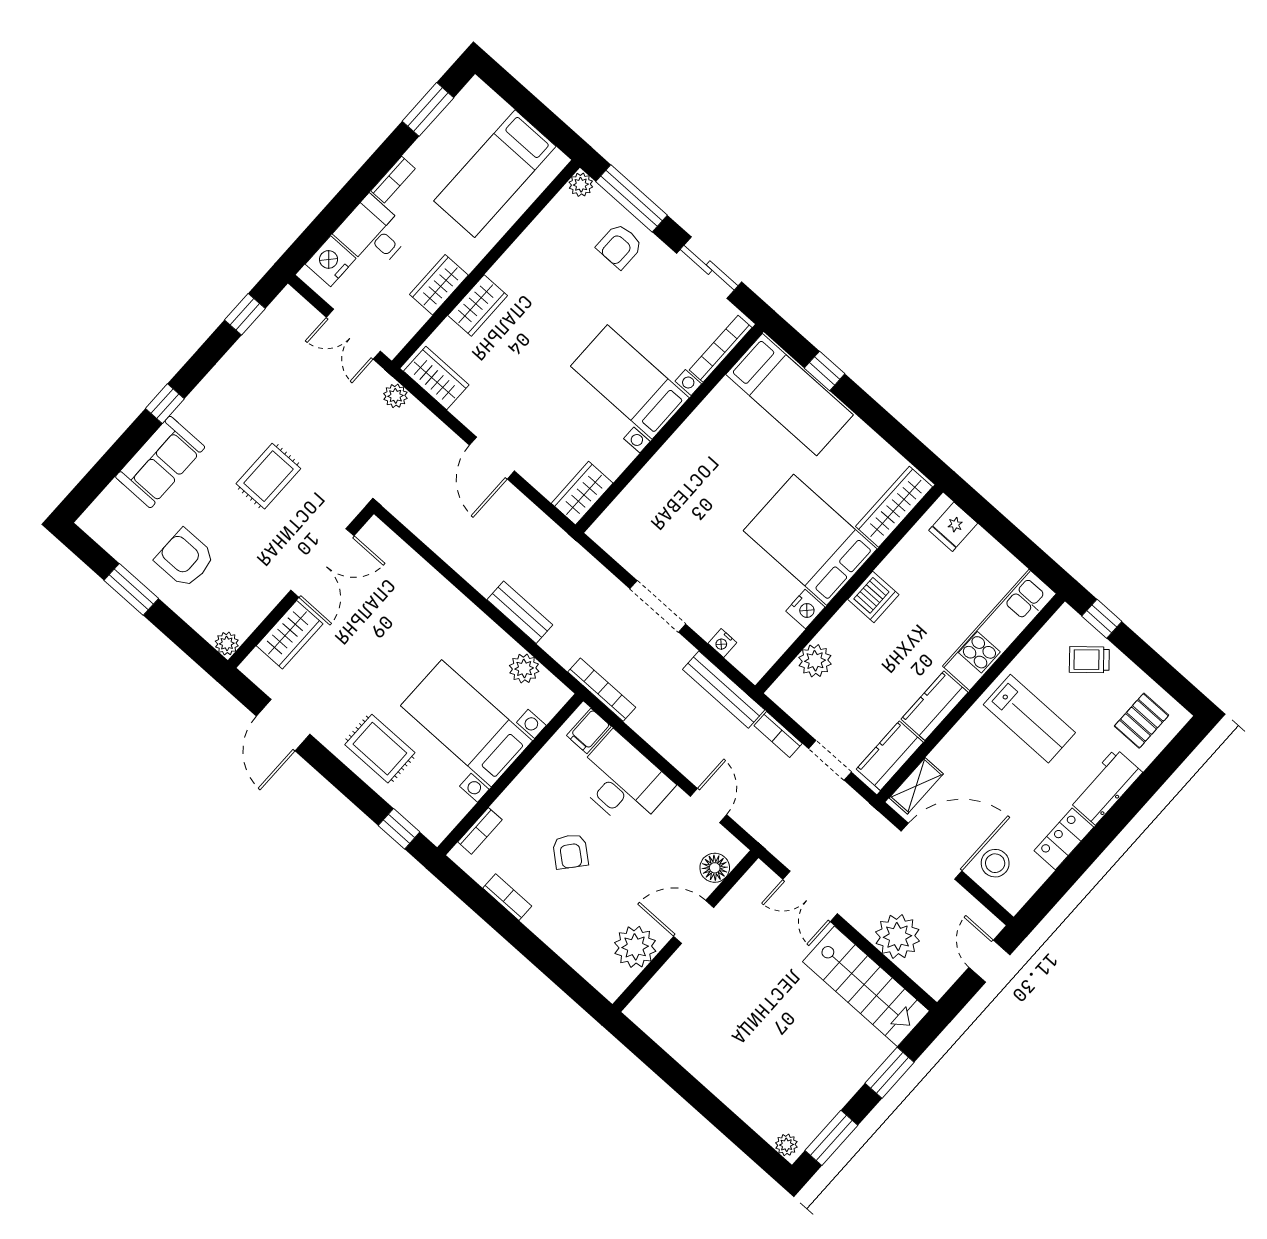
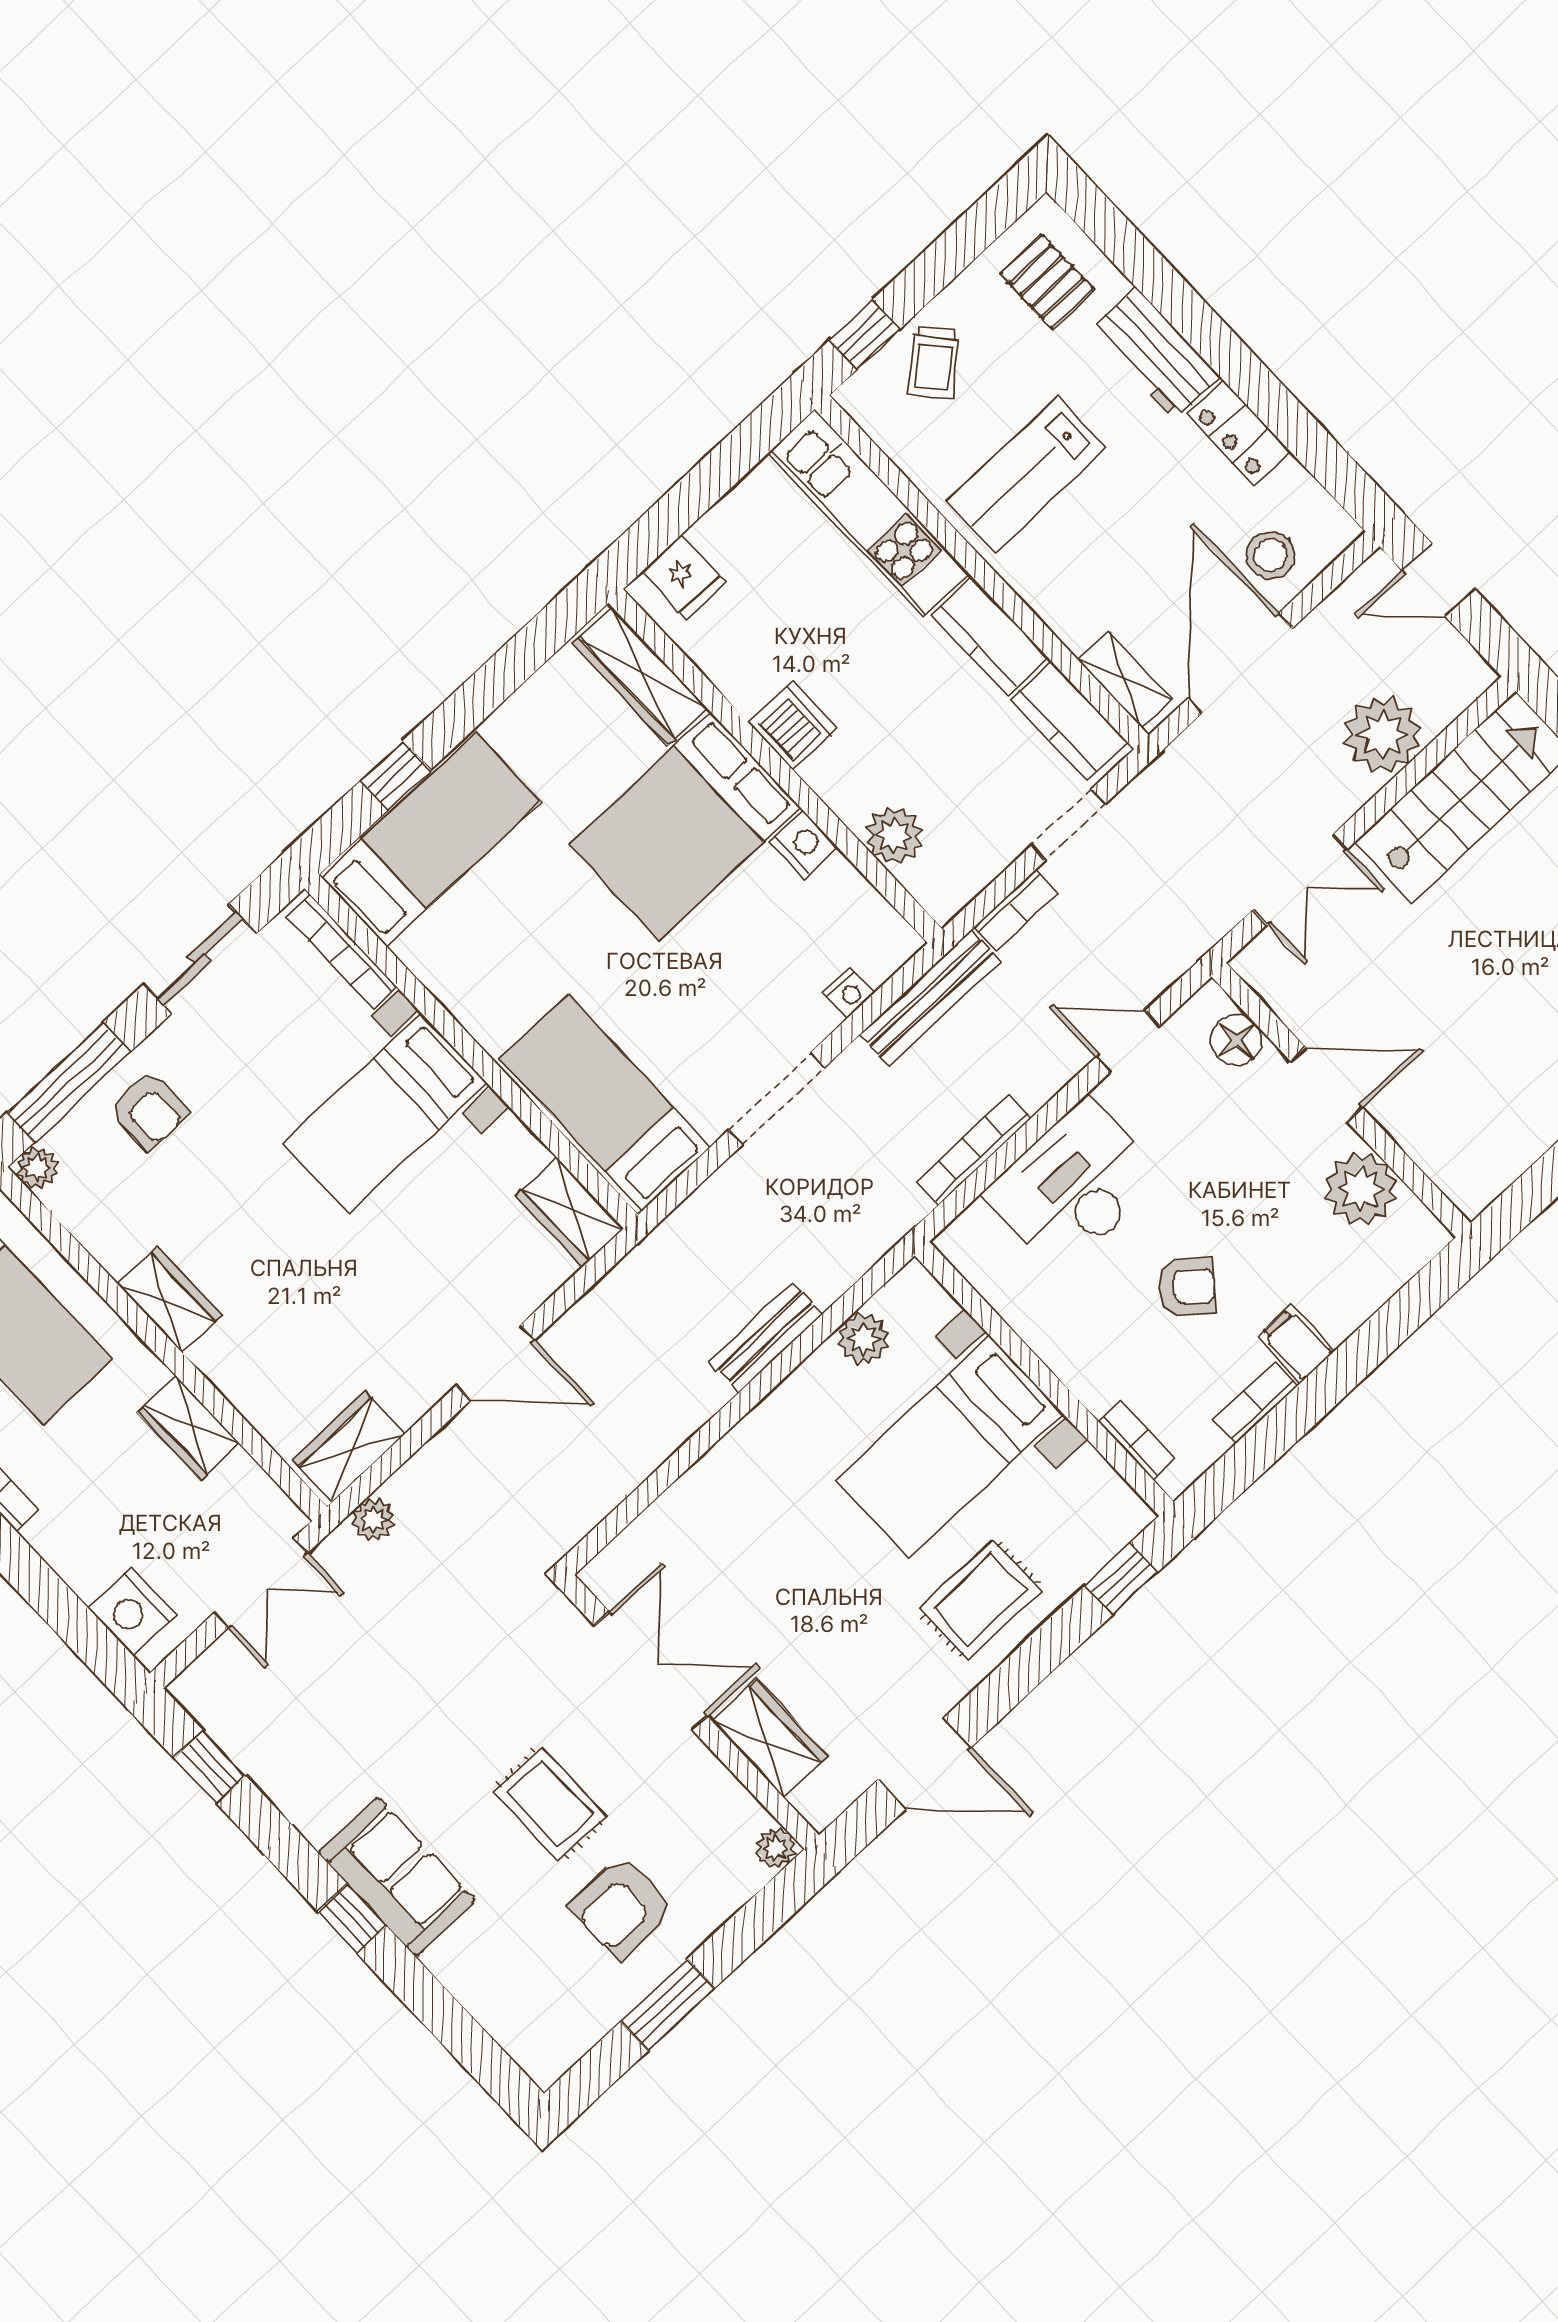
desk: (373, 233) -> (89, 1534), removed
wardrobe: (478, 306) -> (170, 1300), moved
sofa: (160, 462) -> (397, 1877), moved
rug: (268, 476) -> (550, 1804), moved
bed: (647, 508) -> (605, 1103), added
bookcase: (602, 690) -> (973, 1150), moved
lab bench: (1029, 719) -> (1026, 474), turned 180
filing cabinet: (589, 731) -> (1296, 1344), moved, turned 180
door: (694, 922) -> (1326, 1084), swing flipped

